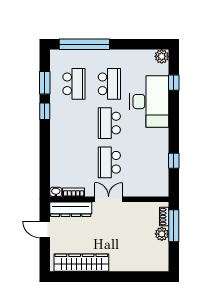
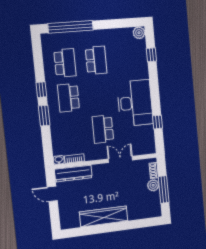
window: (45, 83) -> (44, 116), moved
desk: (149, 102) -> (135, 103), moved
school desk: (109, 123) -> (69, 98), moved
double door: (109, 199) -> (120, 159), moved
window: (174, 226) -> (164, 189), moved
wardrobe: (81, 263) -> (104, 216), moved

